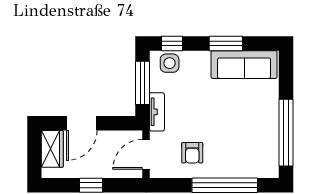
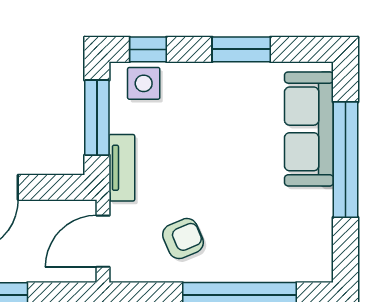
sofa: (244, 65) -> (309, 129), moved, turned 90
window: (286, 133) -> (345, 160), moved
armchair: (192, 153) -> (183, 239), turned -113

